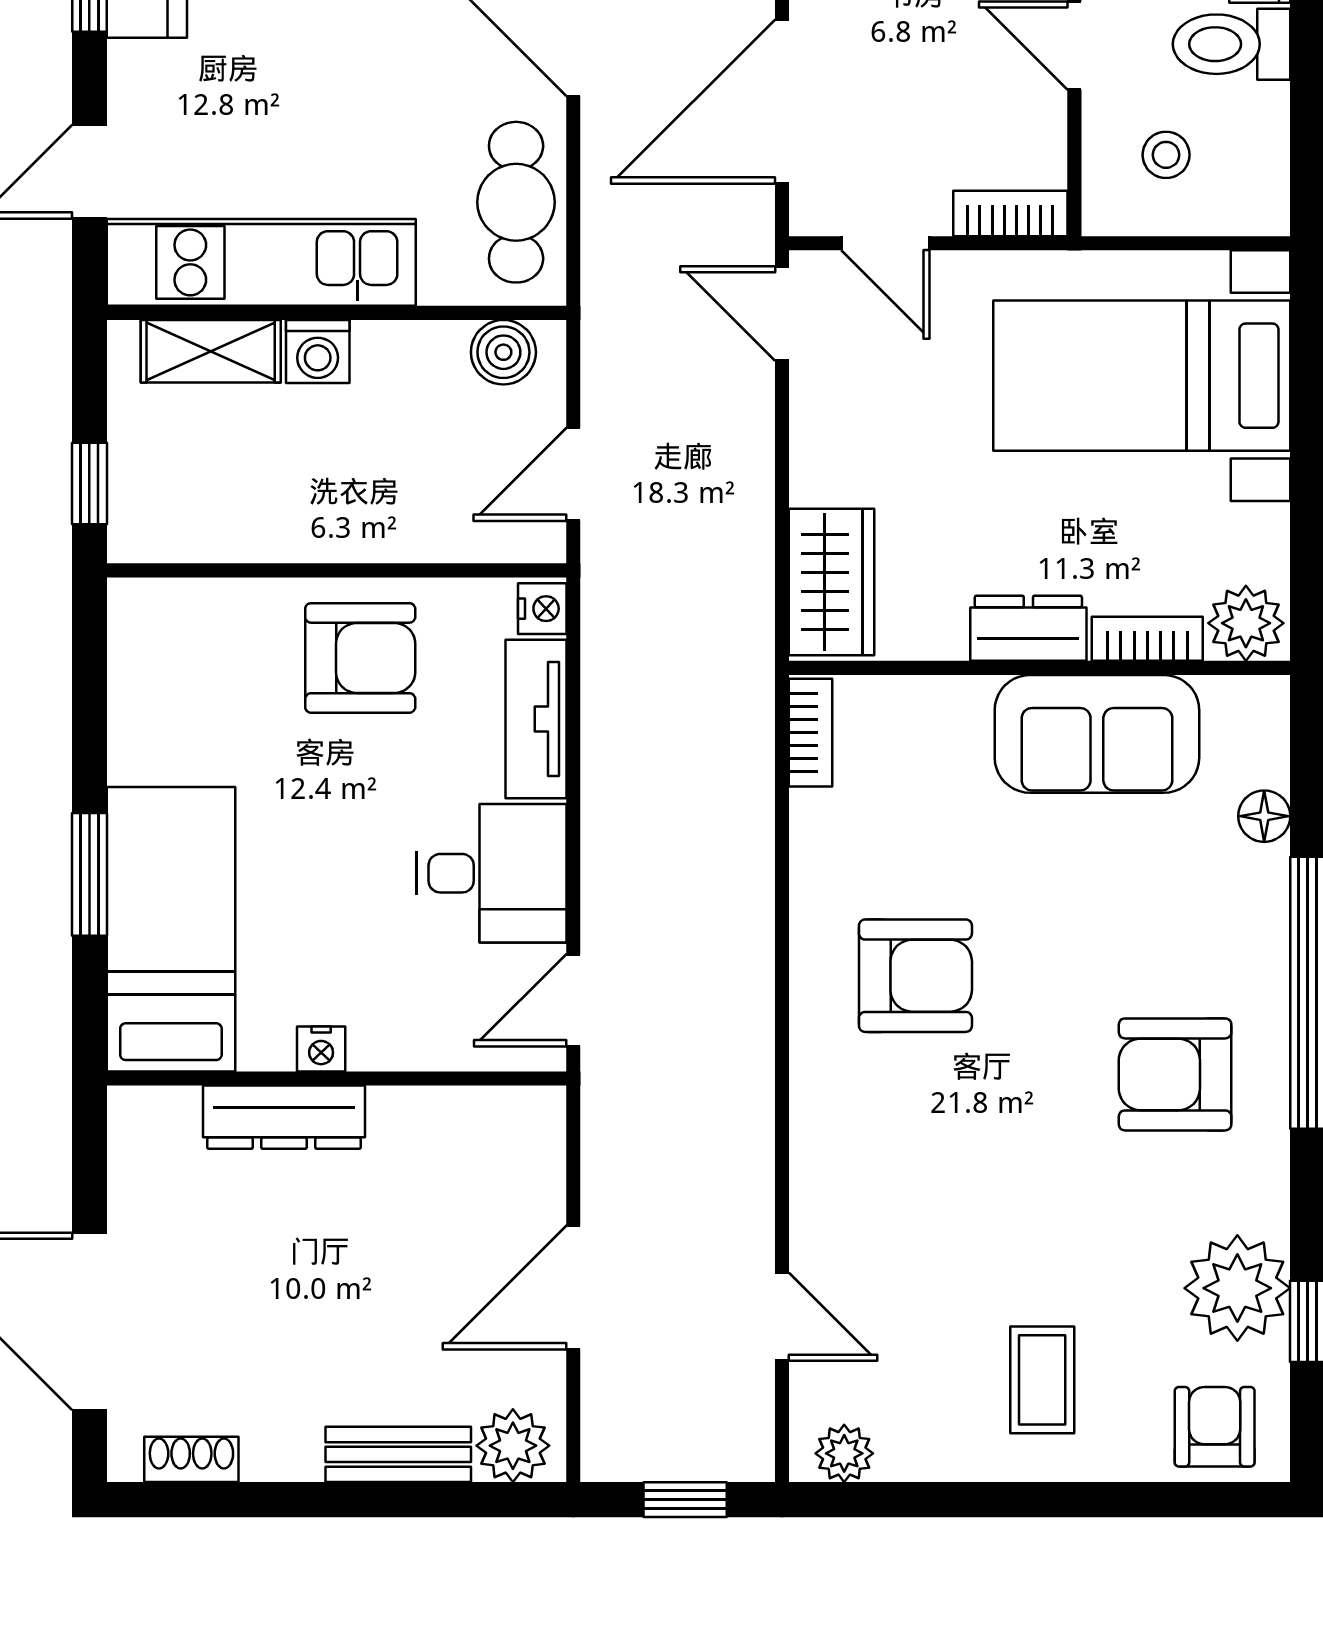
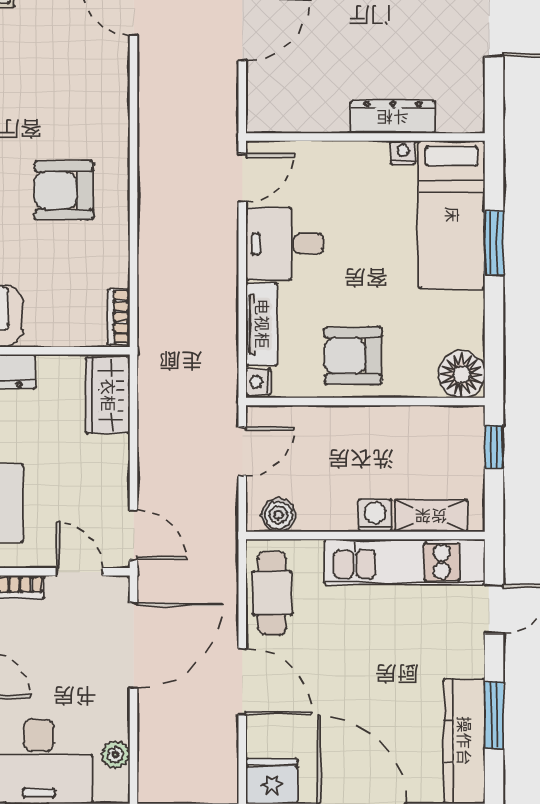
floor lamp: (152, 622) -> (461, 374), added
nightstand: (321, 1049) -> (403, 152), moved

